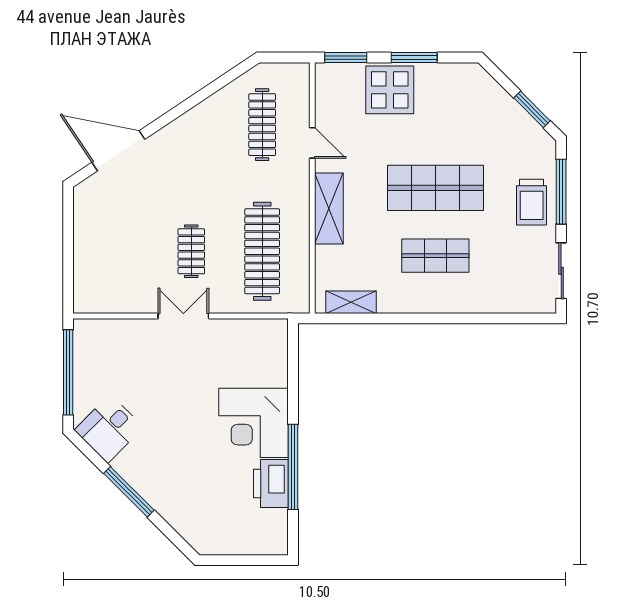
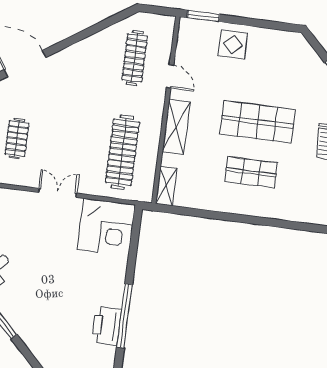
window: (414, 57) -> (254, 23), removed
display table: (390, 90) -> (233, 44), width x0.73, depth x0.73
clothes rail: (191, 251) -> (17, 139), moved
shelving: (351, 302) -> (166, 186), moved, turned 90
corner desk: (254, 423) -> (106, 227), moved, turned -90

